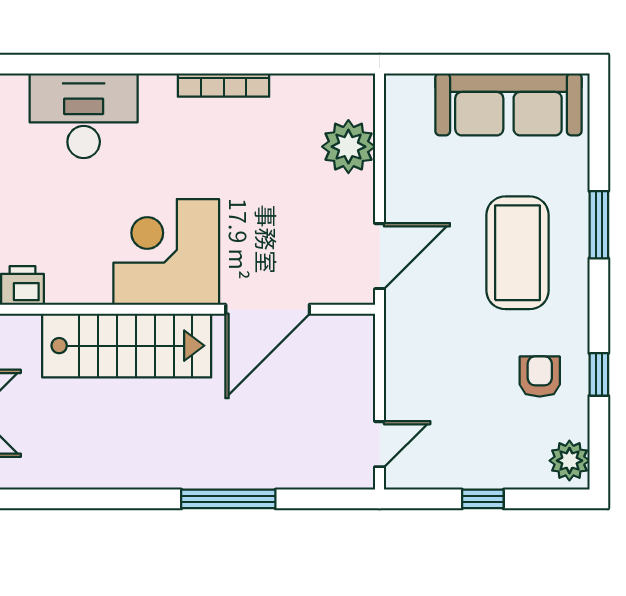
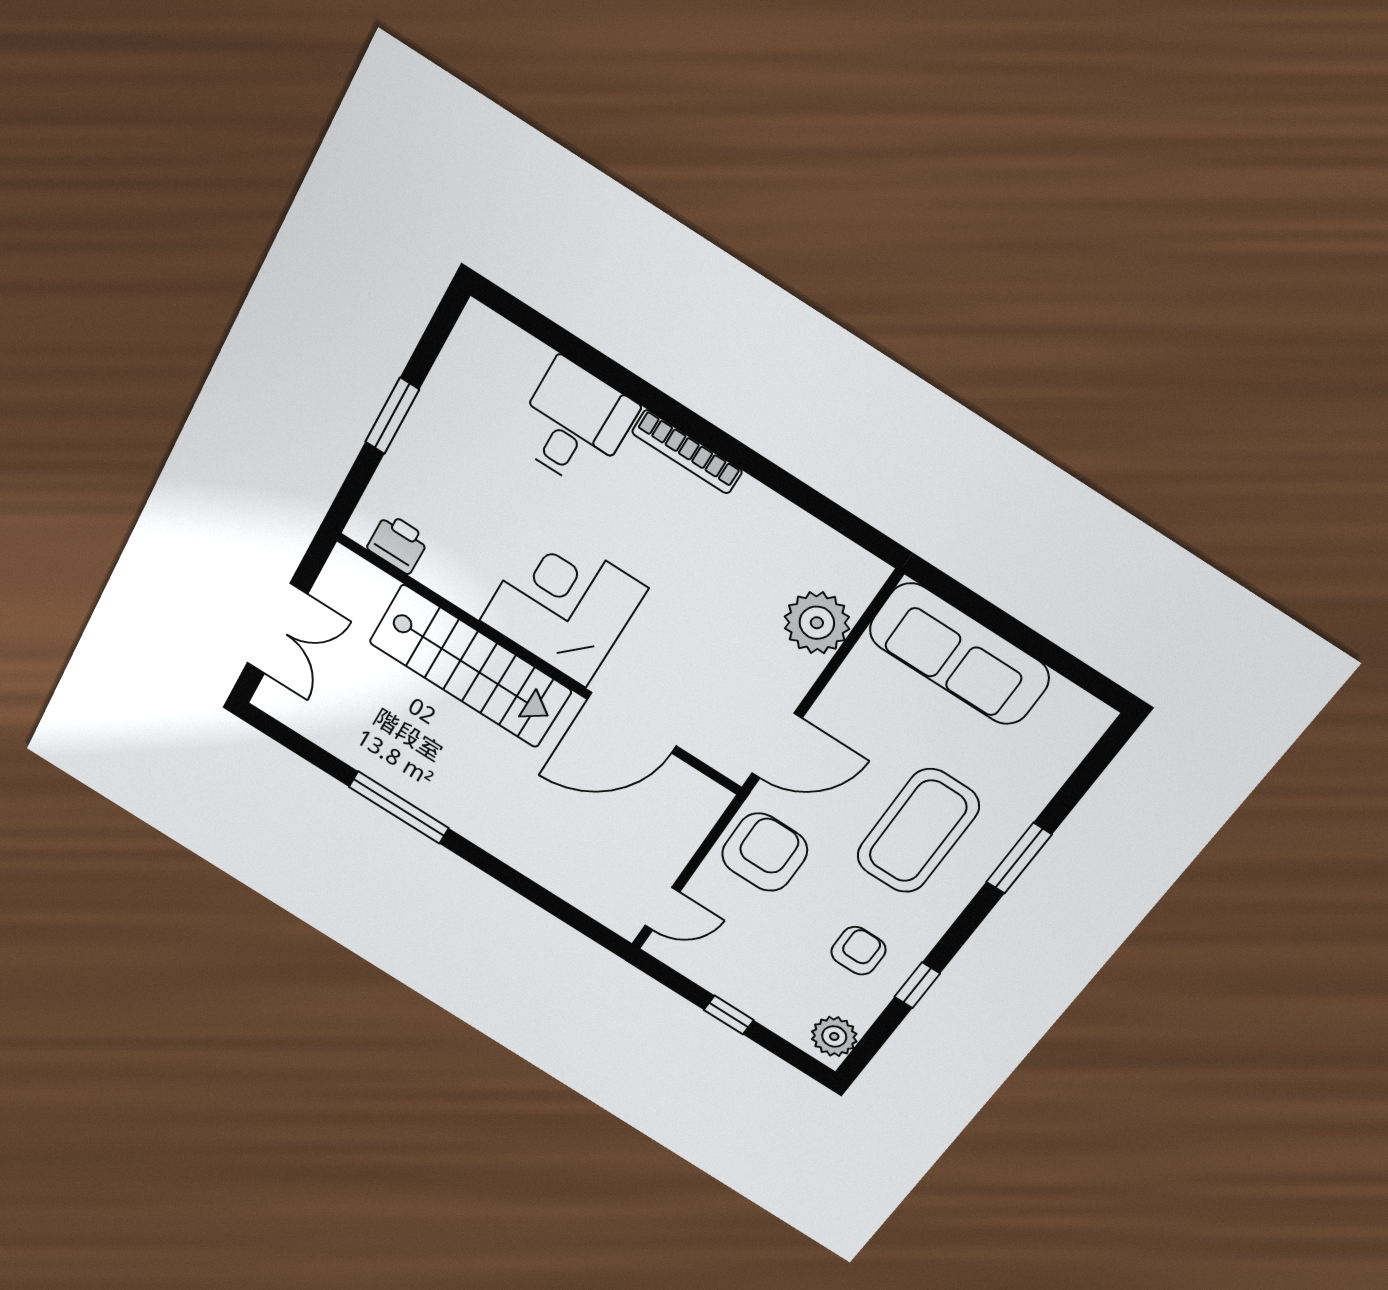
bookcase: (224, 85) -> (687, 452), moved
sofa: (508, 104) -> (959, 654), moved
desk: (84, 116) -> (574, 424), width x0.73
armchair: (423, 345) -> (765, 852), added
window: (228, 499) -> (399, 807), moved

